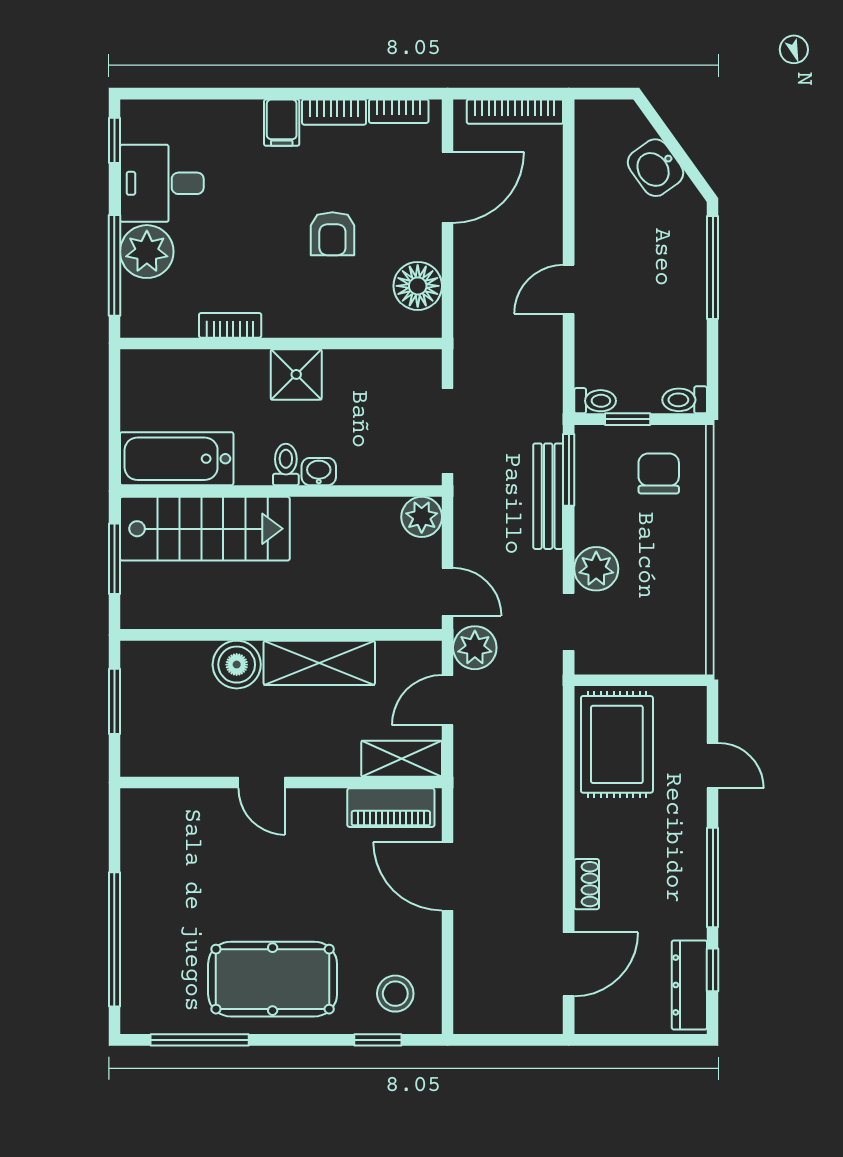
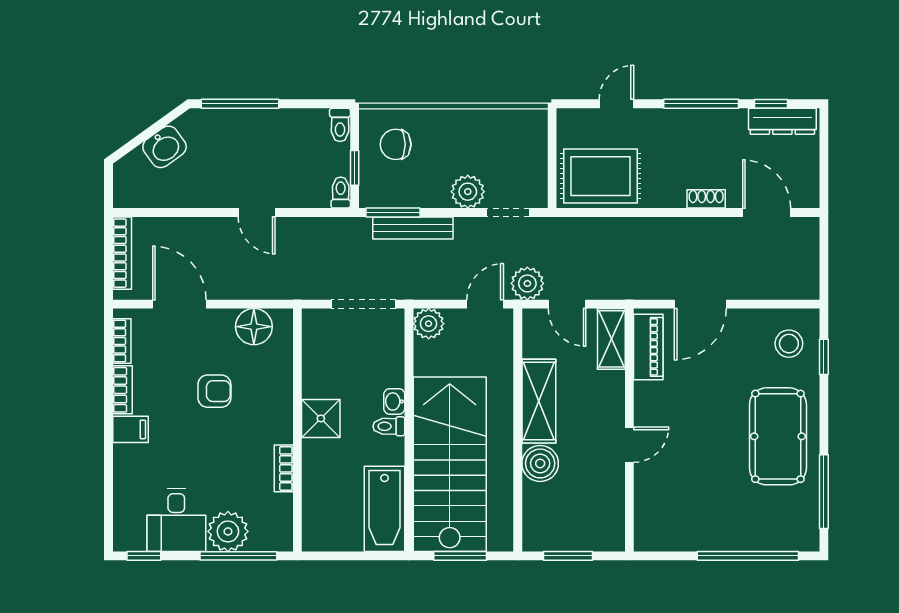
stairs: (205, 529) -> (450, 464), width x1.36, depth x1.51

